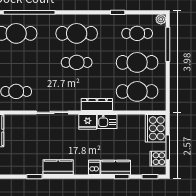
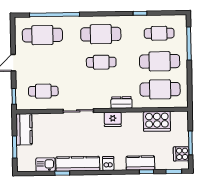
plant: (161, 19) -> (182, 19), removed
dresser: (97, 104) -> (121, 102), width x0.70
kitchen sink: (107, 121) -> (46, 165), moved, turned 180
cooker: (156, 128) -> (157, 121), moved, turned -90
kitchen counter: (58, 167) -> (78, 164), width x1.50
dishwasher: (94, 167) -> (108, 163), moved

